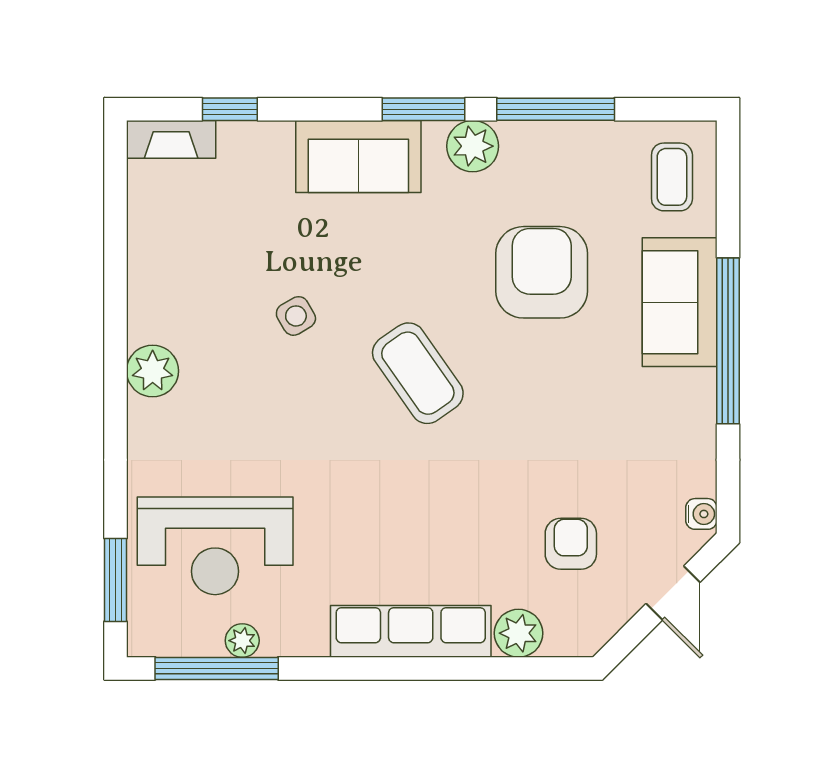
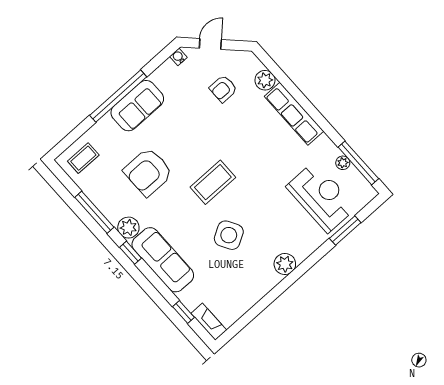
window: (424, 109) -> (131, 253), width x0.67
sofa: (358, 156) -> (163, 260), width x1.36
sofa: (680, 302) -> (137, 106), moved
side table: (296, 316) -> (229, 235), width x1.87, depth x1.87
coffee table: (418, 373) -> (213, 182), turned 35
window: (115, 580) -> (345, 230), moved

